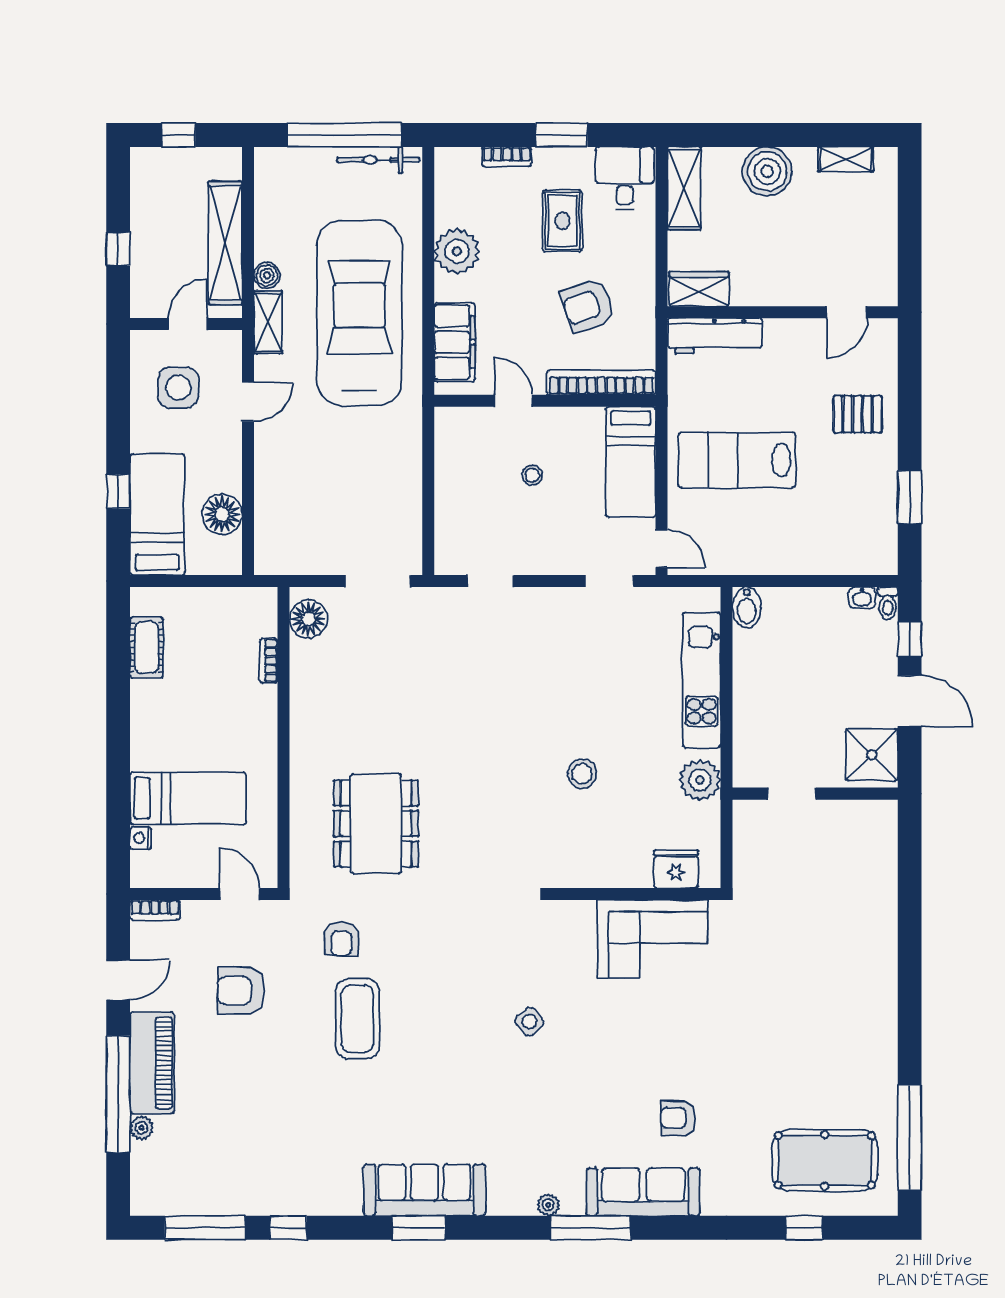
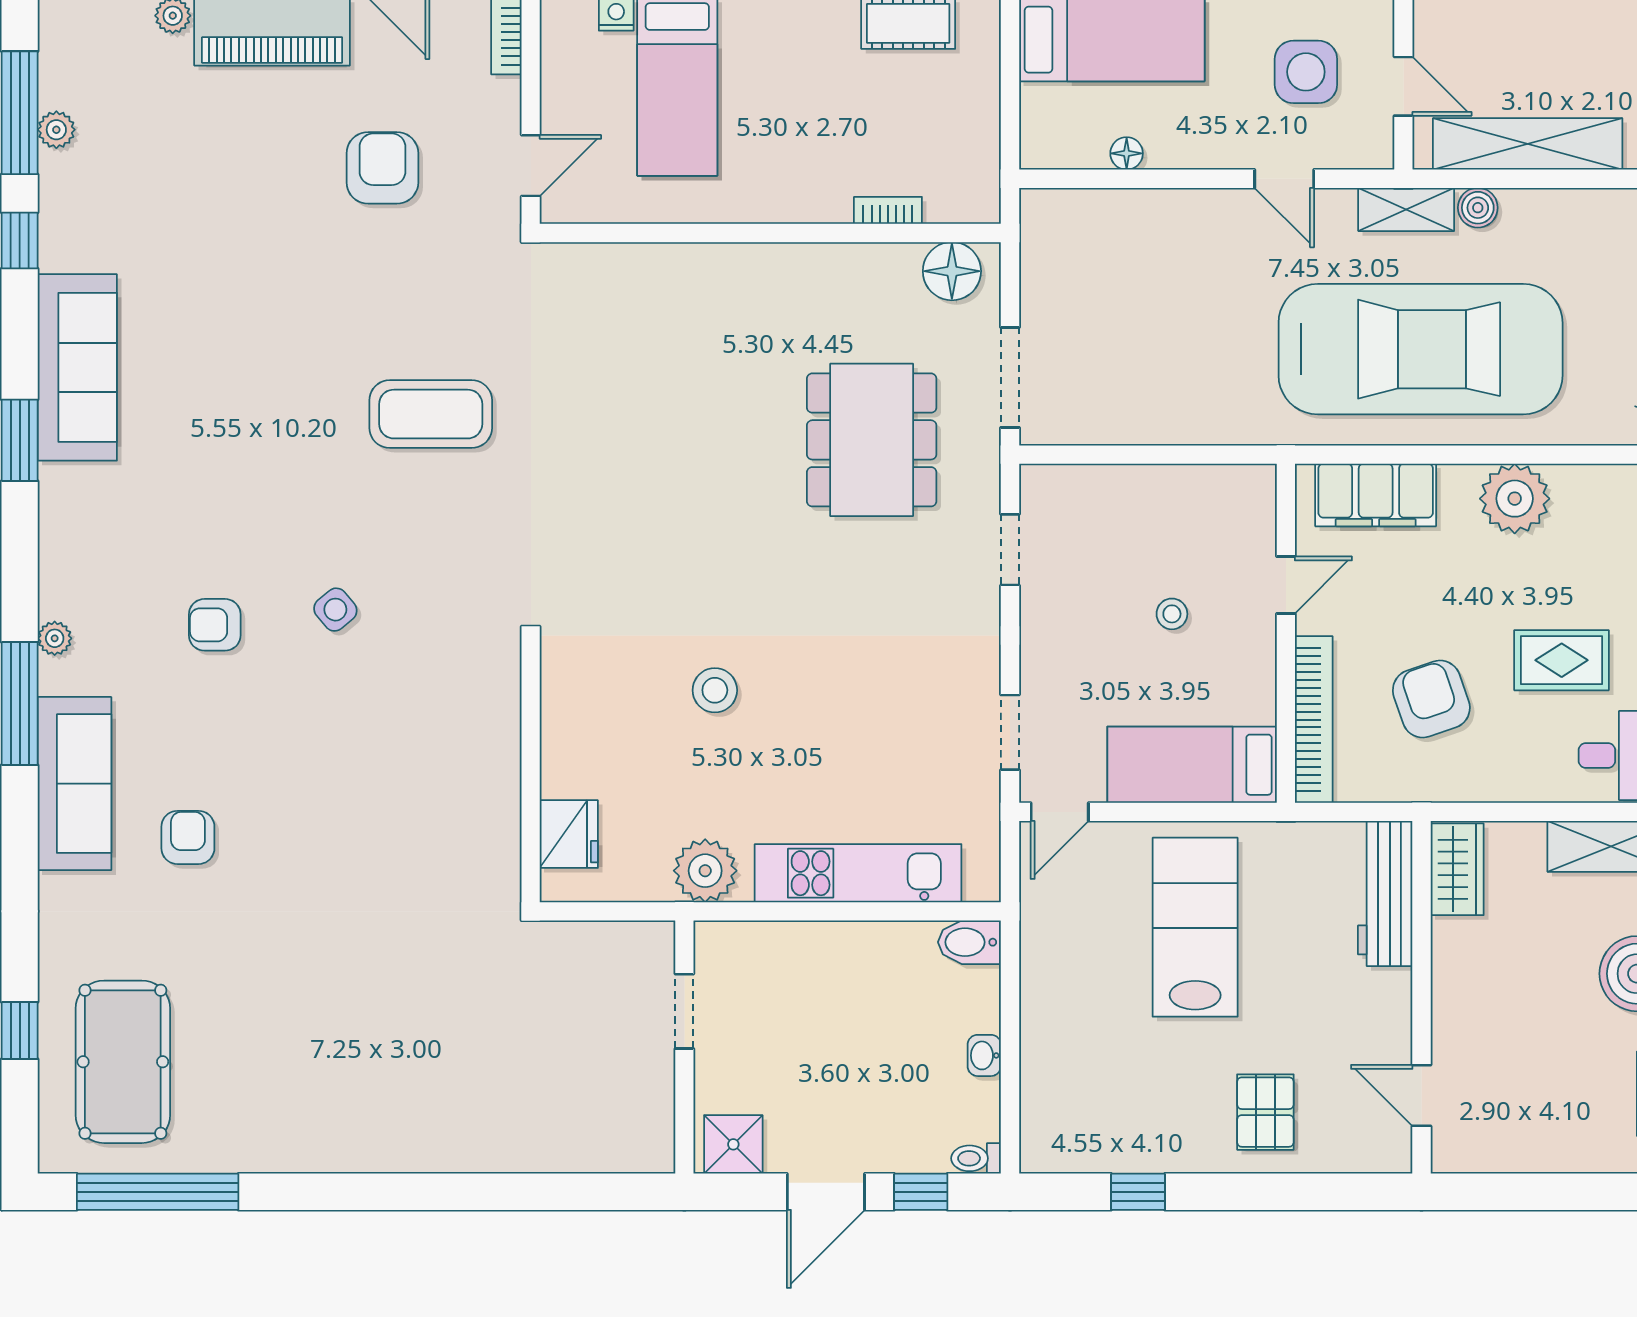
window: (910, 497) -> (1138, 1192), width x0.67
floor lamp: (222, 514) -> (1127, 153), width x0.53, depth x0.53
washbasin: (862, 598) -> (984, 1055), moved
shower: (872, 755) -> (733, 1144), width x0.73, depth x0.73
dining table: (376, 824) -> (872, 440), moved, turned 90
armchair: (341, 939) -> (215, 625), moved
corner sofa: (653, 939) -> (462, 798), removed
coffee table: (358, 1019) -> (431, 414), moved
sofa: (424, 1190) -> (77, 367), moved
plant: (216, 1204) -> (56, 130), added

